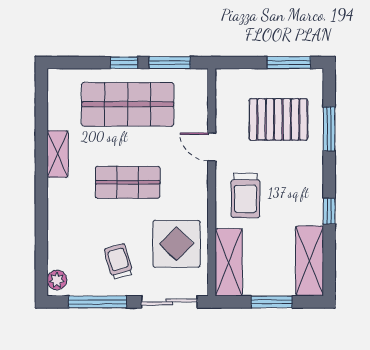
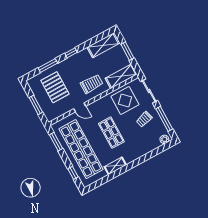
window: (124, 63) -> (73, 173), moved
window: (289, 63) -> (36, 105), moved
shop shelf: (128, 104) -> (81, 149), width x1.40
door: (212, 147) -> (80, 107), hinge flipped
window: (329, 211) -> (71, 53), moved

